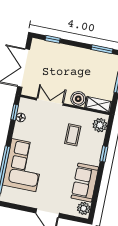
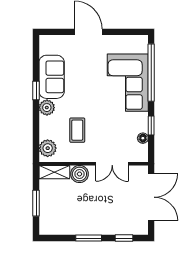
window: (102, 49) -> (89, 238), moved
window: (15, 112) -> (151, 125), moved
window: (104, 154) -> (36, 90), moved
plant: (84, 208) -> (47, 108), moved

